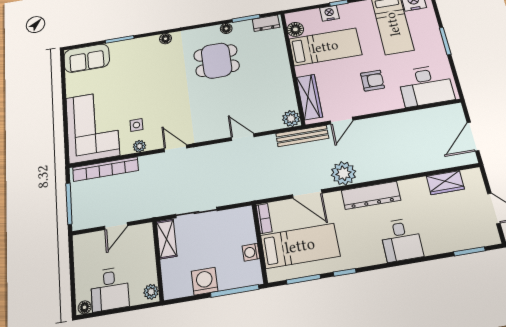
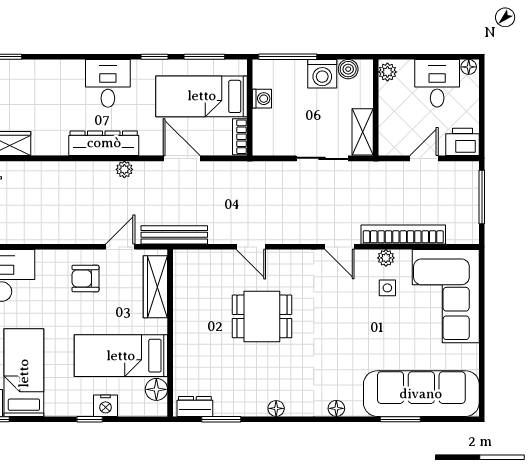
floor lamp: (226, 29) -> (276, 408), moved
sofa: (87, 58) -> (421, 394), width x1.85, depth x1.27
dining table: (217, 61) -> (262, 316), moved
armchair: (372, 81) -> (85, 278), moved
plant: (291, 119) -> (184, 261), removed
bookcase: (106, 169) -> (403, 235), moved
plant: (343, 173) -> (124, 169), width x0.53, depth x0.53
desk: (401, 240) -> (108, 83), moved
printer: (86, 244) -> (463, 142), added
boiler: (184, 289) -> (348, 69), added

